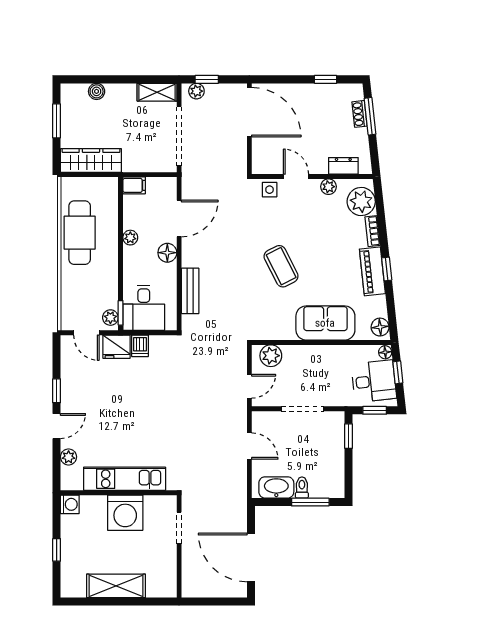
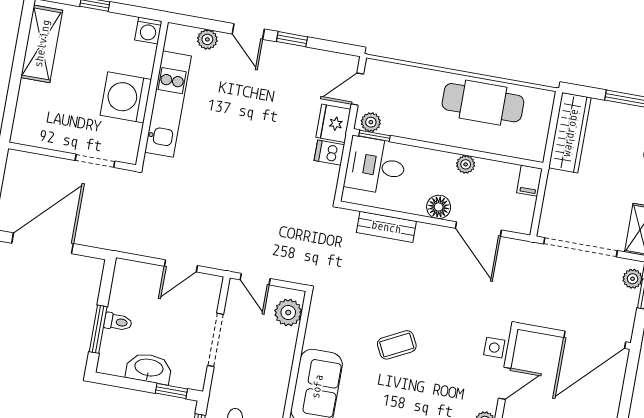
coffee table: (281, 266) -> (397, 345), width x0.73, depth x0.77
washbasin: (276, 487) -> (149, 368), moved, turned -90
shelving: (116, 586) -> (42, 44), moved

